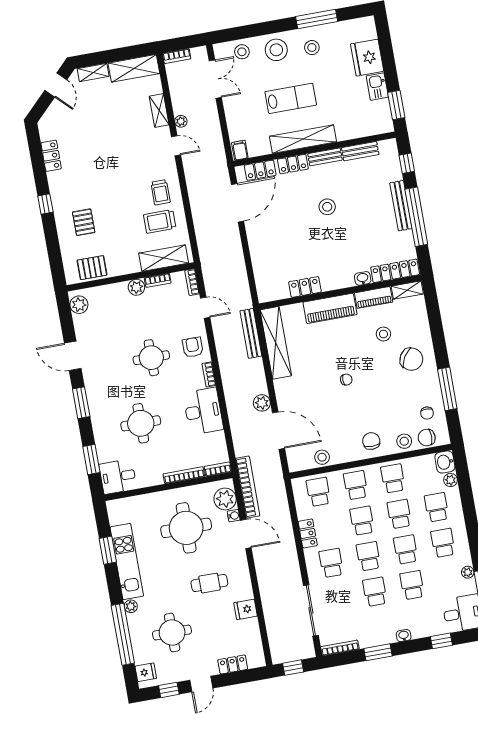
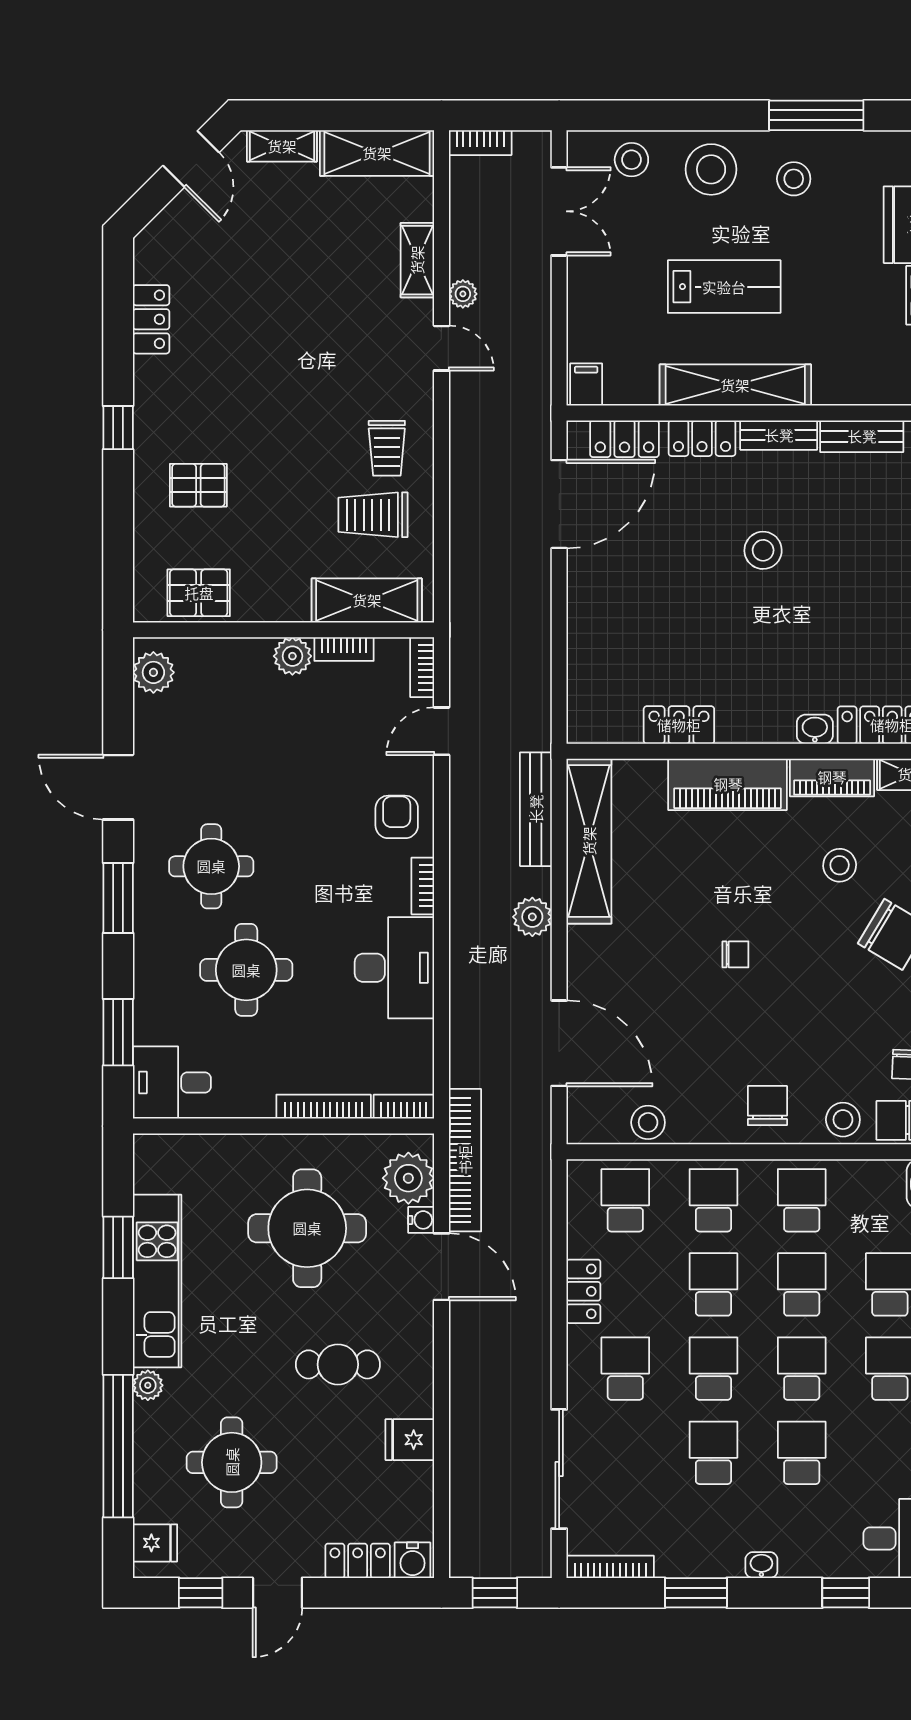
pallet: (84, 222) -> (198, 485), turned 90
door: (205, 308) -> (441, 731), swing flipped
round table: (151, 358) -> (211, 866), moved
plant: (262, 403) -> (532, 917), moved
water cooler: (256, 660) -> (412, 1560), added

